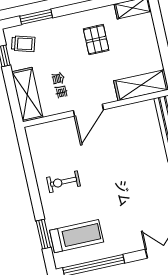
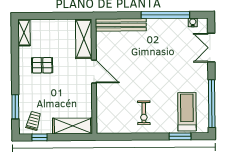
door: (88, 110) -> (94, 71), moved

